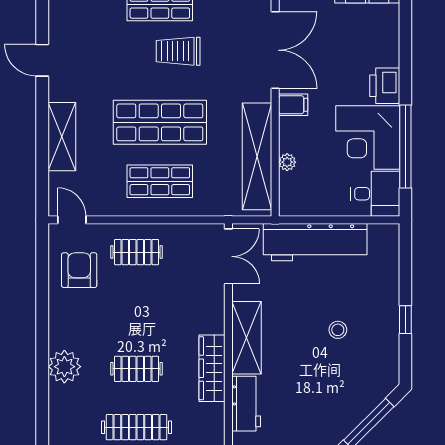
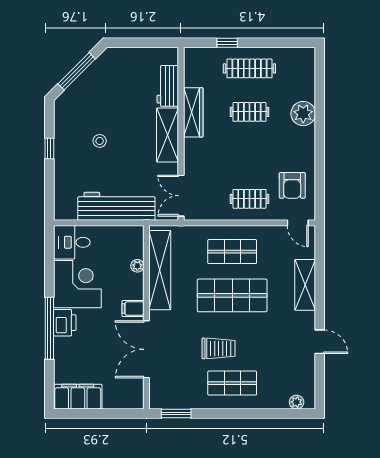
window: (405, 147) -> (49, 328), moved

